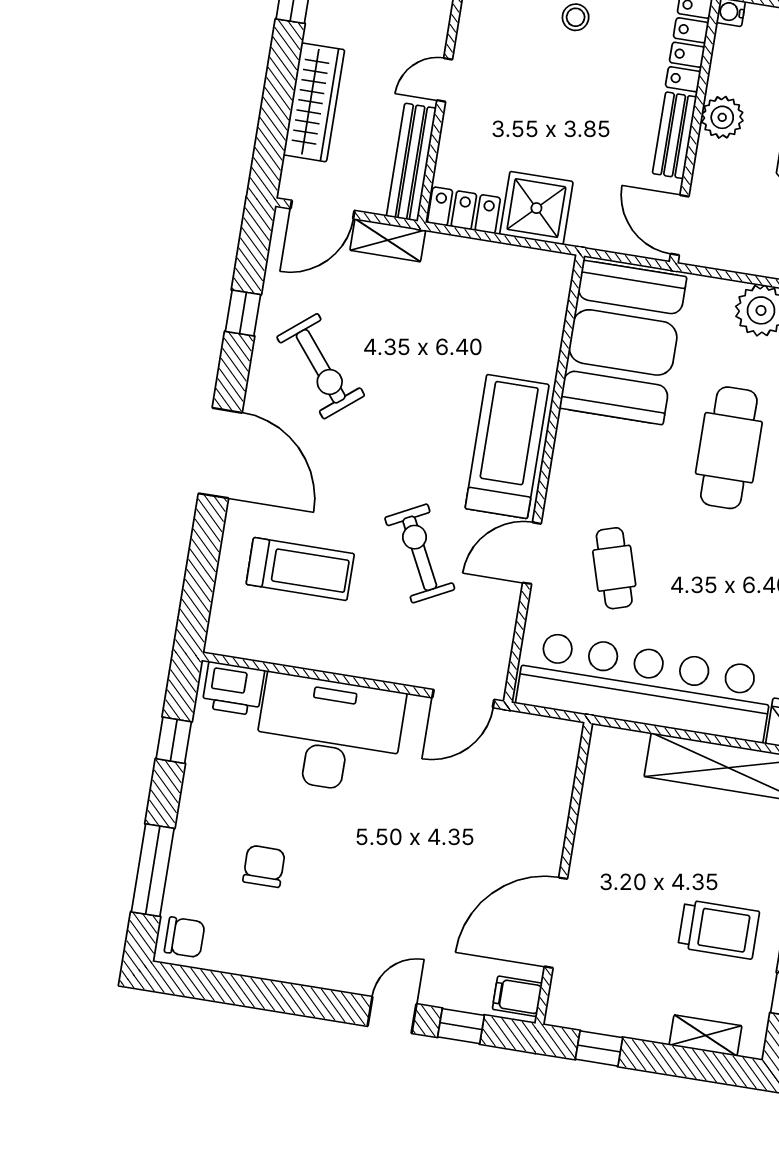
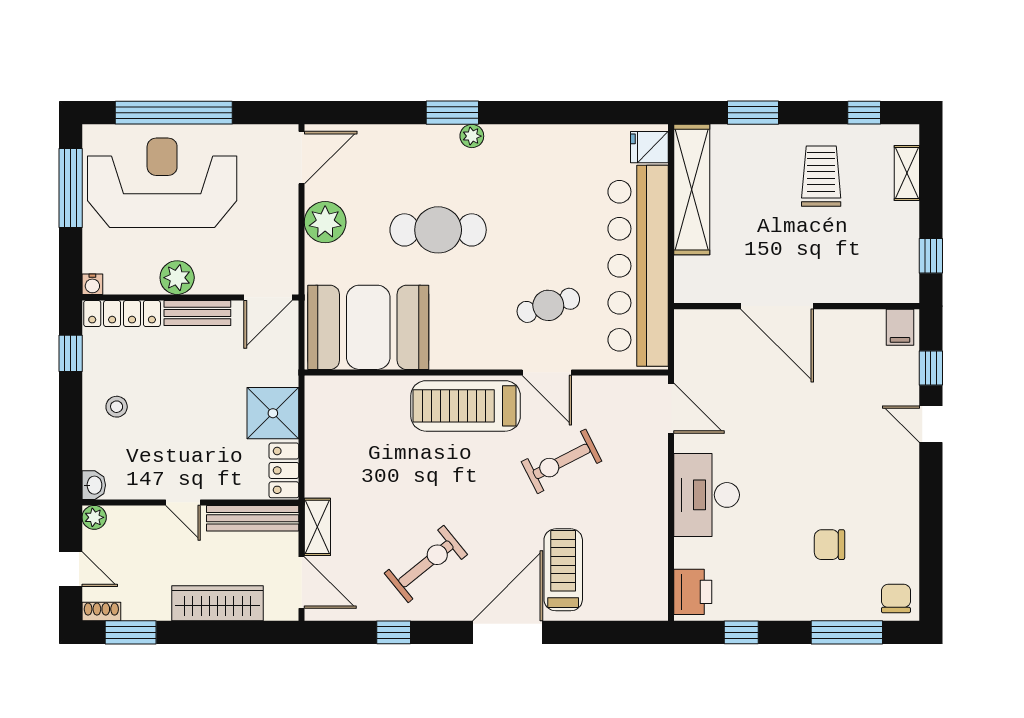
treadmill: (300, 569) -> (563, 570), moved
desk: (329, 734) -> (707, 495), width x0.73, depth x0.77
door: (556, 923) -> (777, 306), moved

